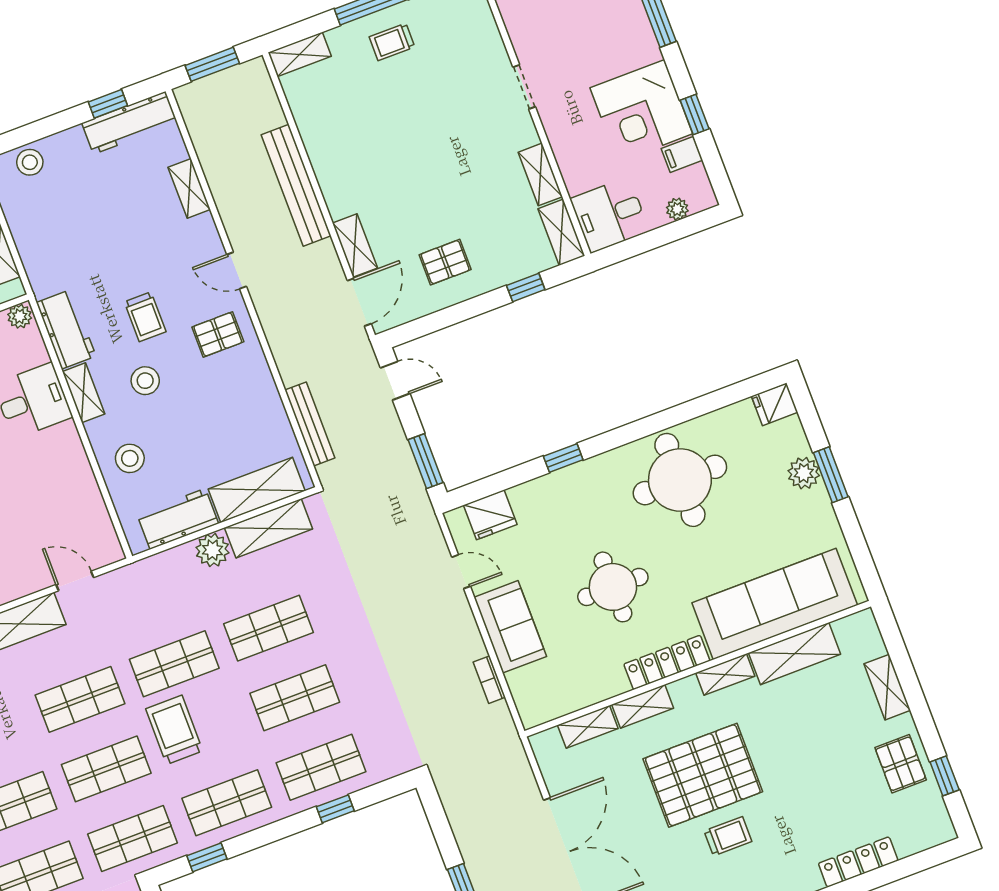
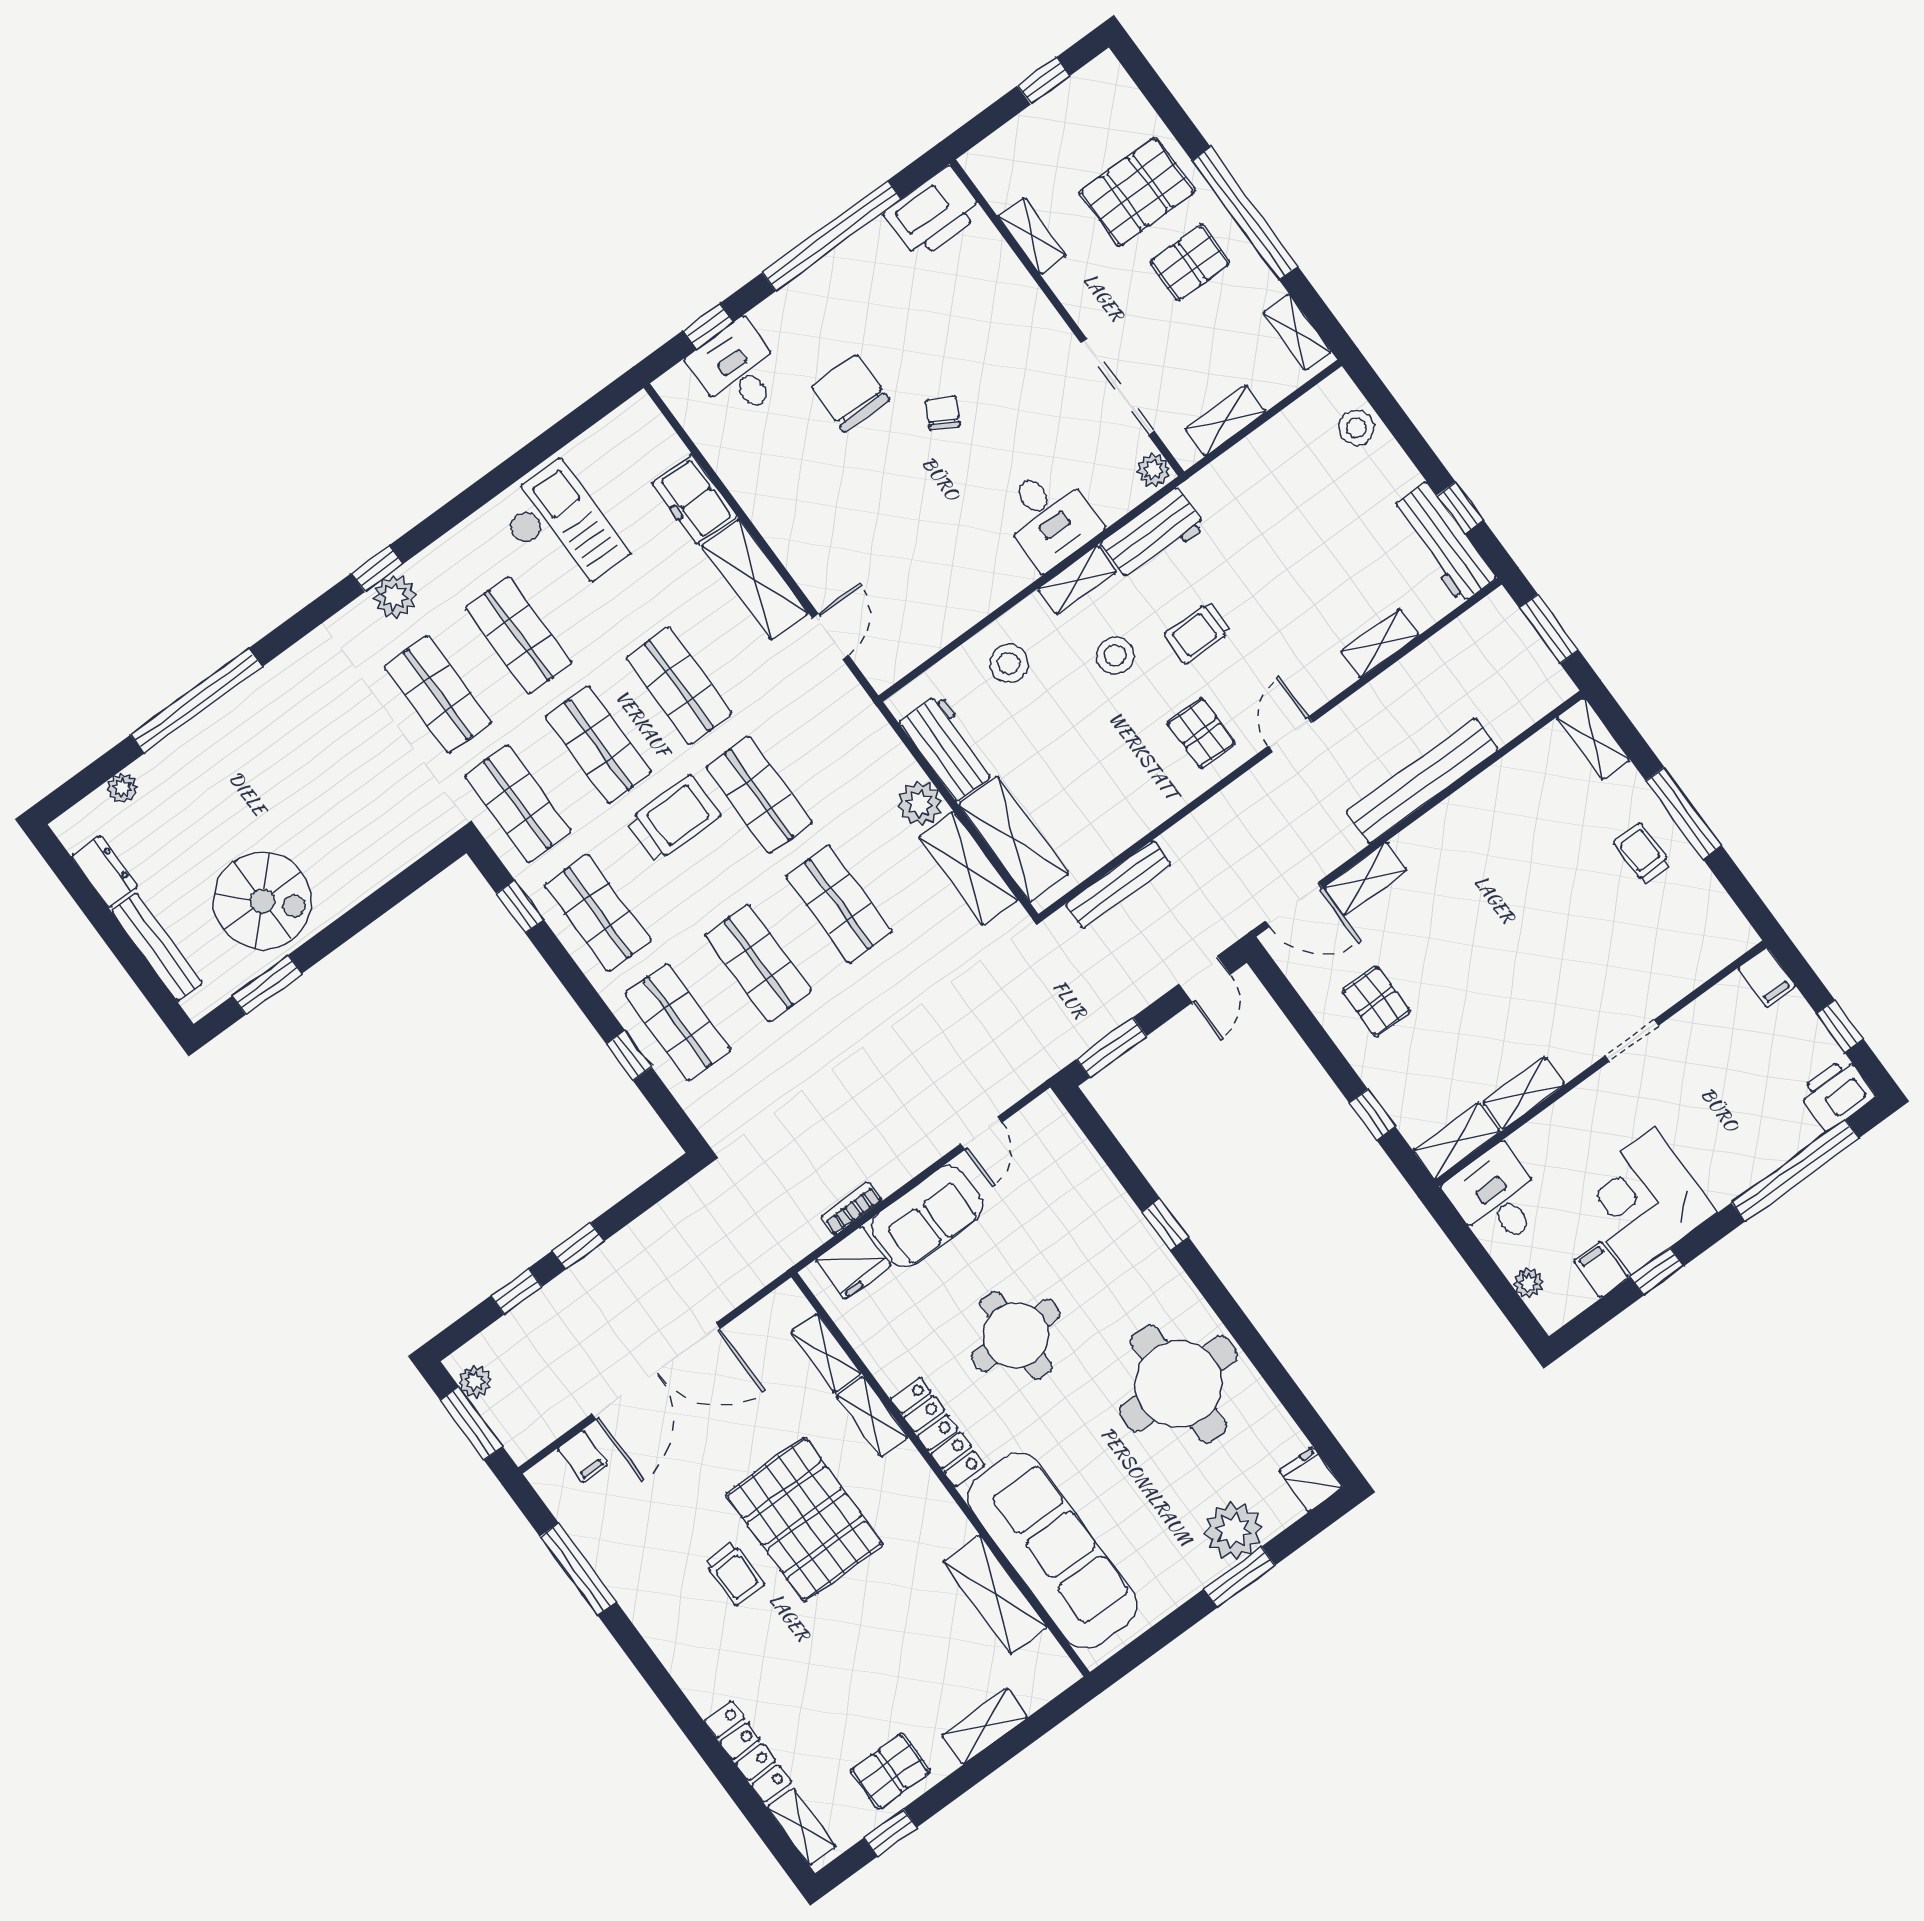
plant: (804, 473) -> (1234, 1531), width x1.36, depth x1.36
fridge: (490, 515) -> (853, 1263), moved, turned -90
shelving: (725, 674) -> (802, 1827), moved

